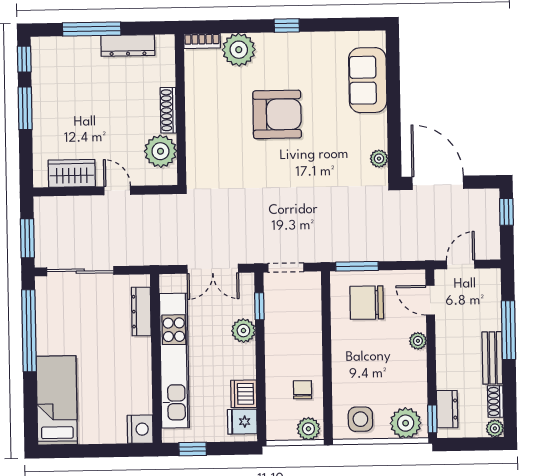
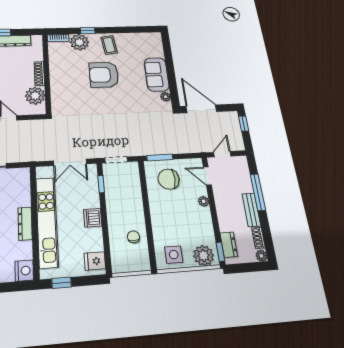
window: (287, 26) -> (88, 31), moved
coffee table: (291, 56) -> (109, 45), added
sofa: (368, 80) -> (157, 74), moved
armchair: (277, 114) -> (104, 75), turned 180
dresser: (141, 312) -> (25, 224), moved
plant: (243, 331) -> (92, 200), removed
dishwasher: (244, 394) -> (93, 218), moved
plant: (308, 429) -> (140, 263), removed

